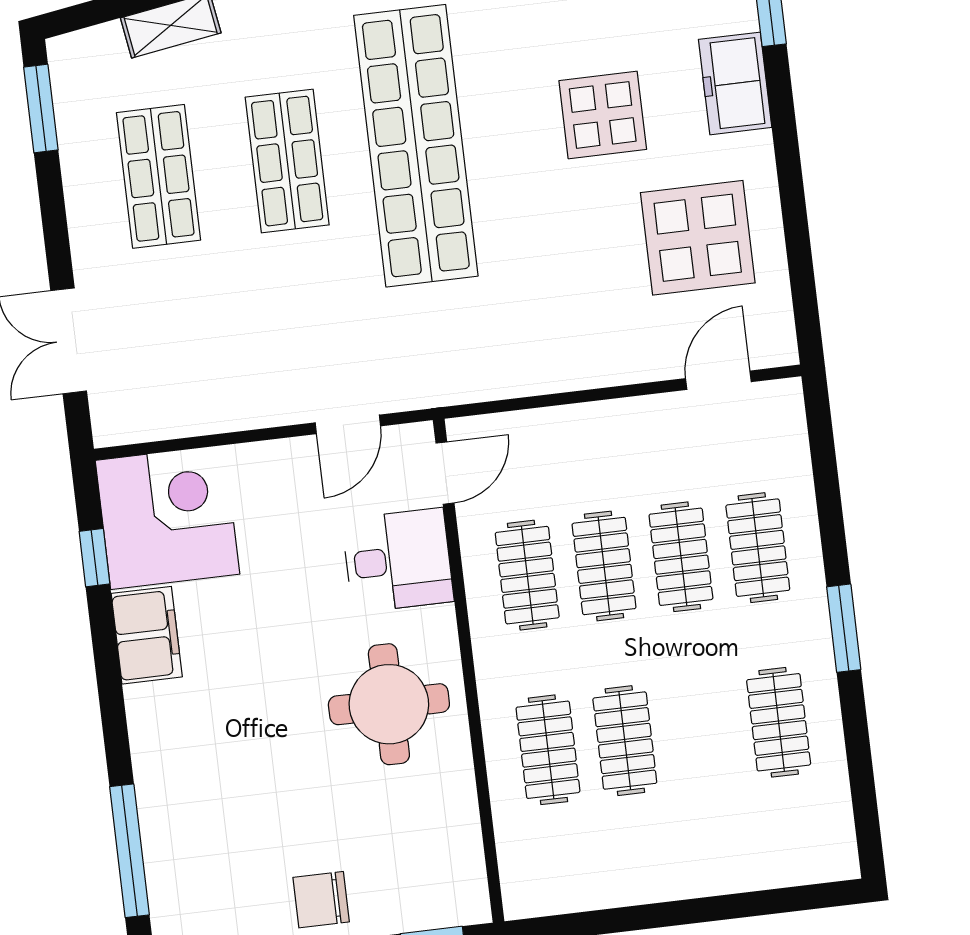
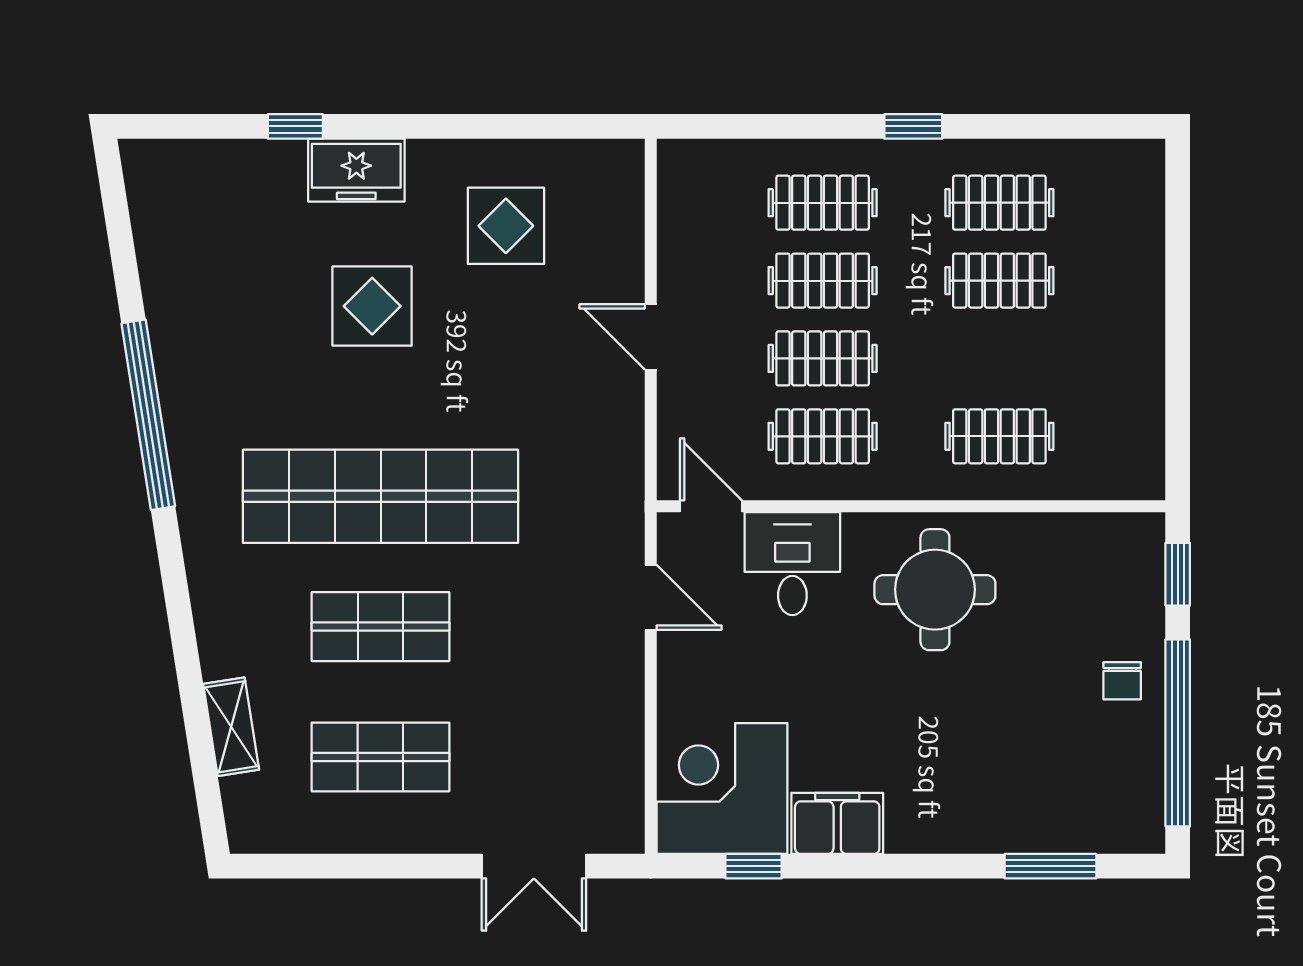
window: (41, 108) -> (299, 866), removed
display table: (698, 238) -> (506, 226), width x0.73, depth x0.73
door: (718, 380) -> (651, 337), moved
window: (844, 628) -> (913, 126), width x0.67
clothes rail: (625, 741) -> (999, 281), moved
window: (129, 851) -> (1050, 866), width x0.69
chair: (321, 900) -> (1122, 681), width x0.73, depth x0.73

